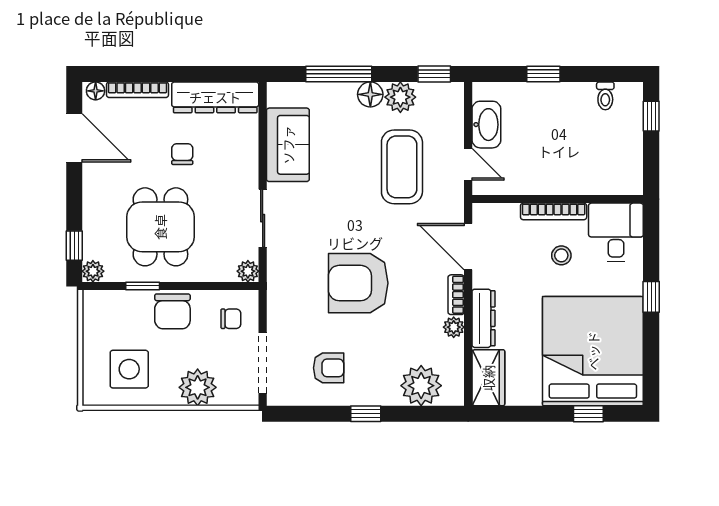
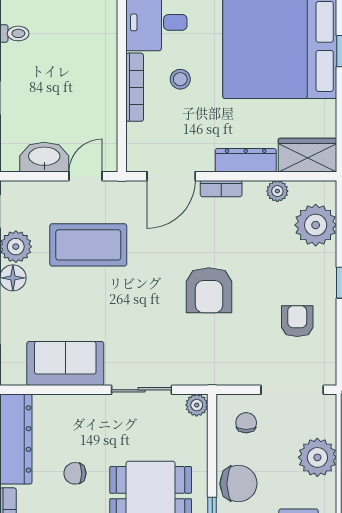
armchair: (358, 283) -> (209, 290), width x0.73, depth x0.73
plant: (454, 327) -> (277, 191), moved

